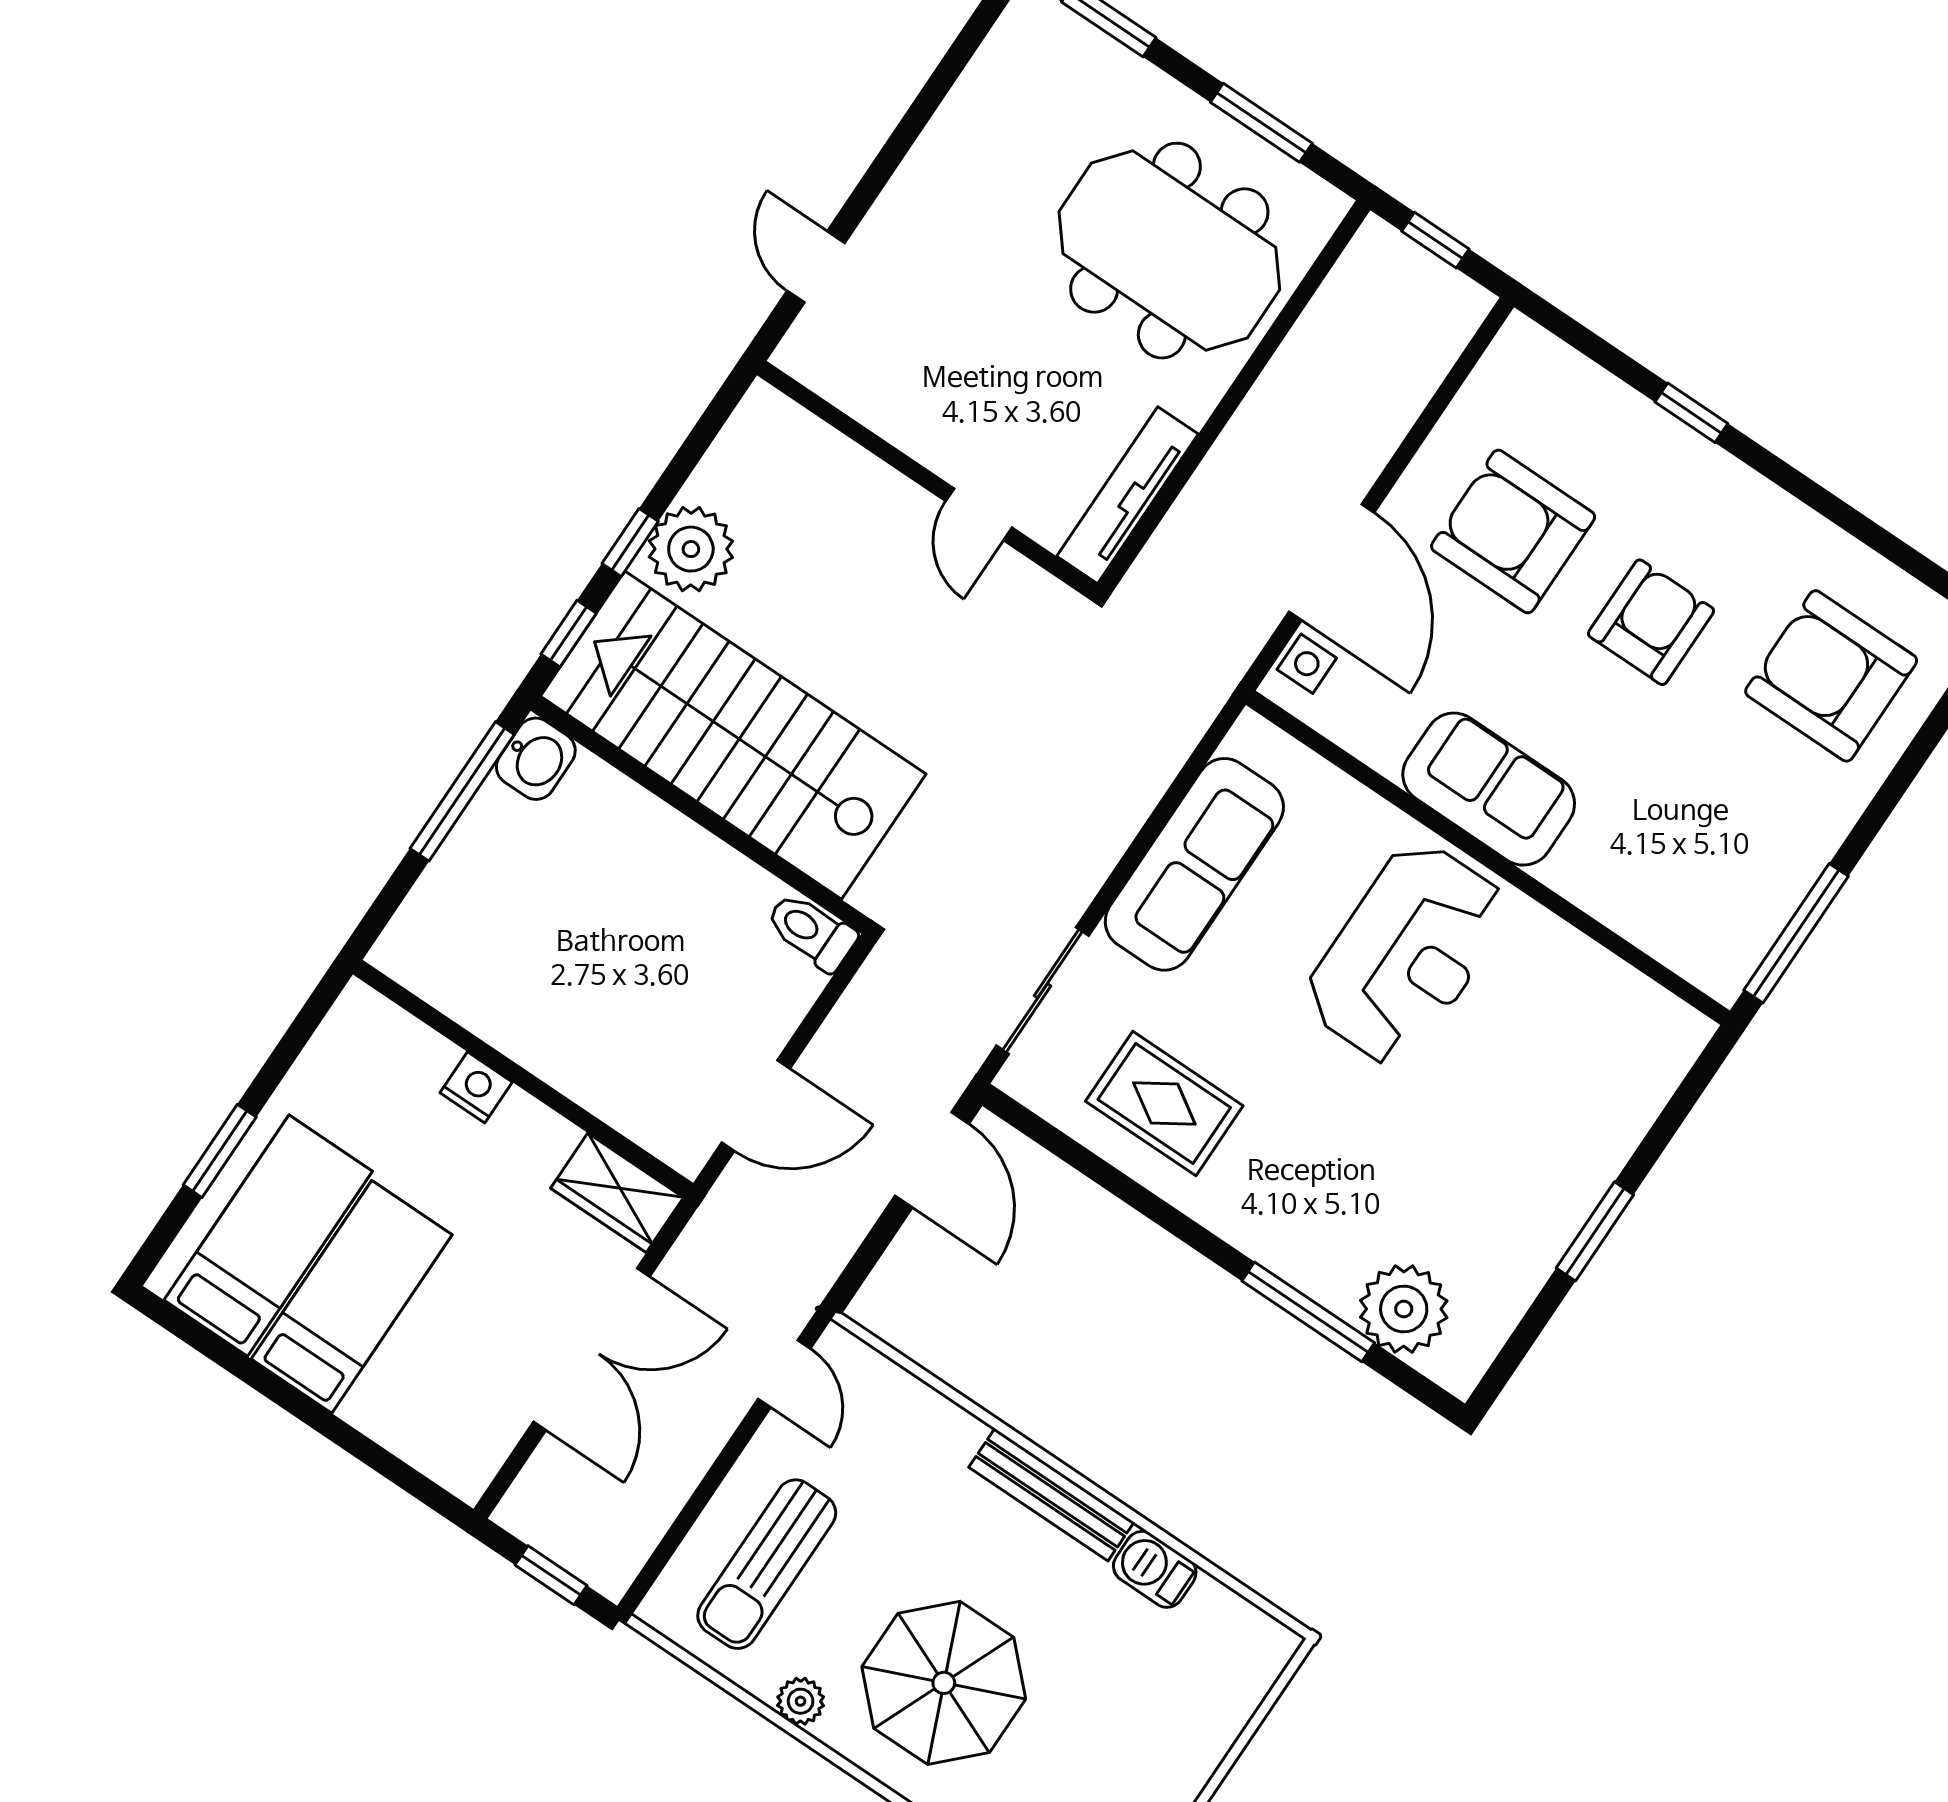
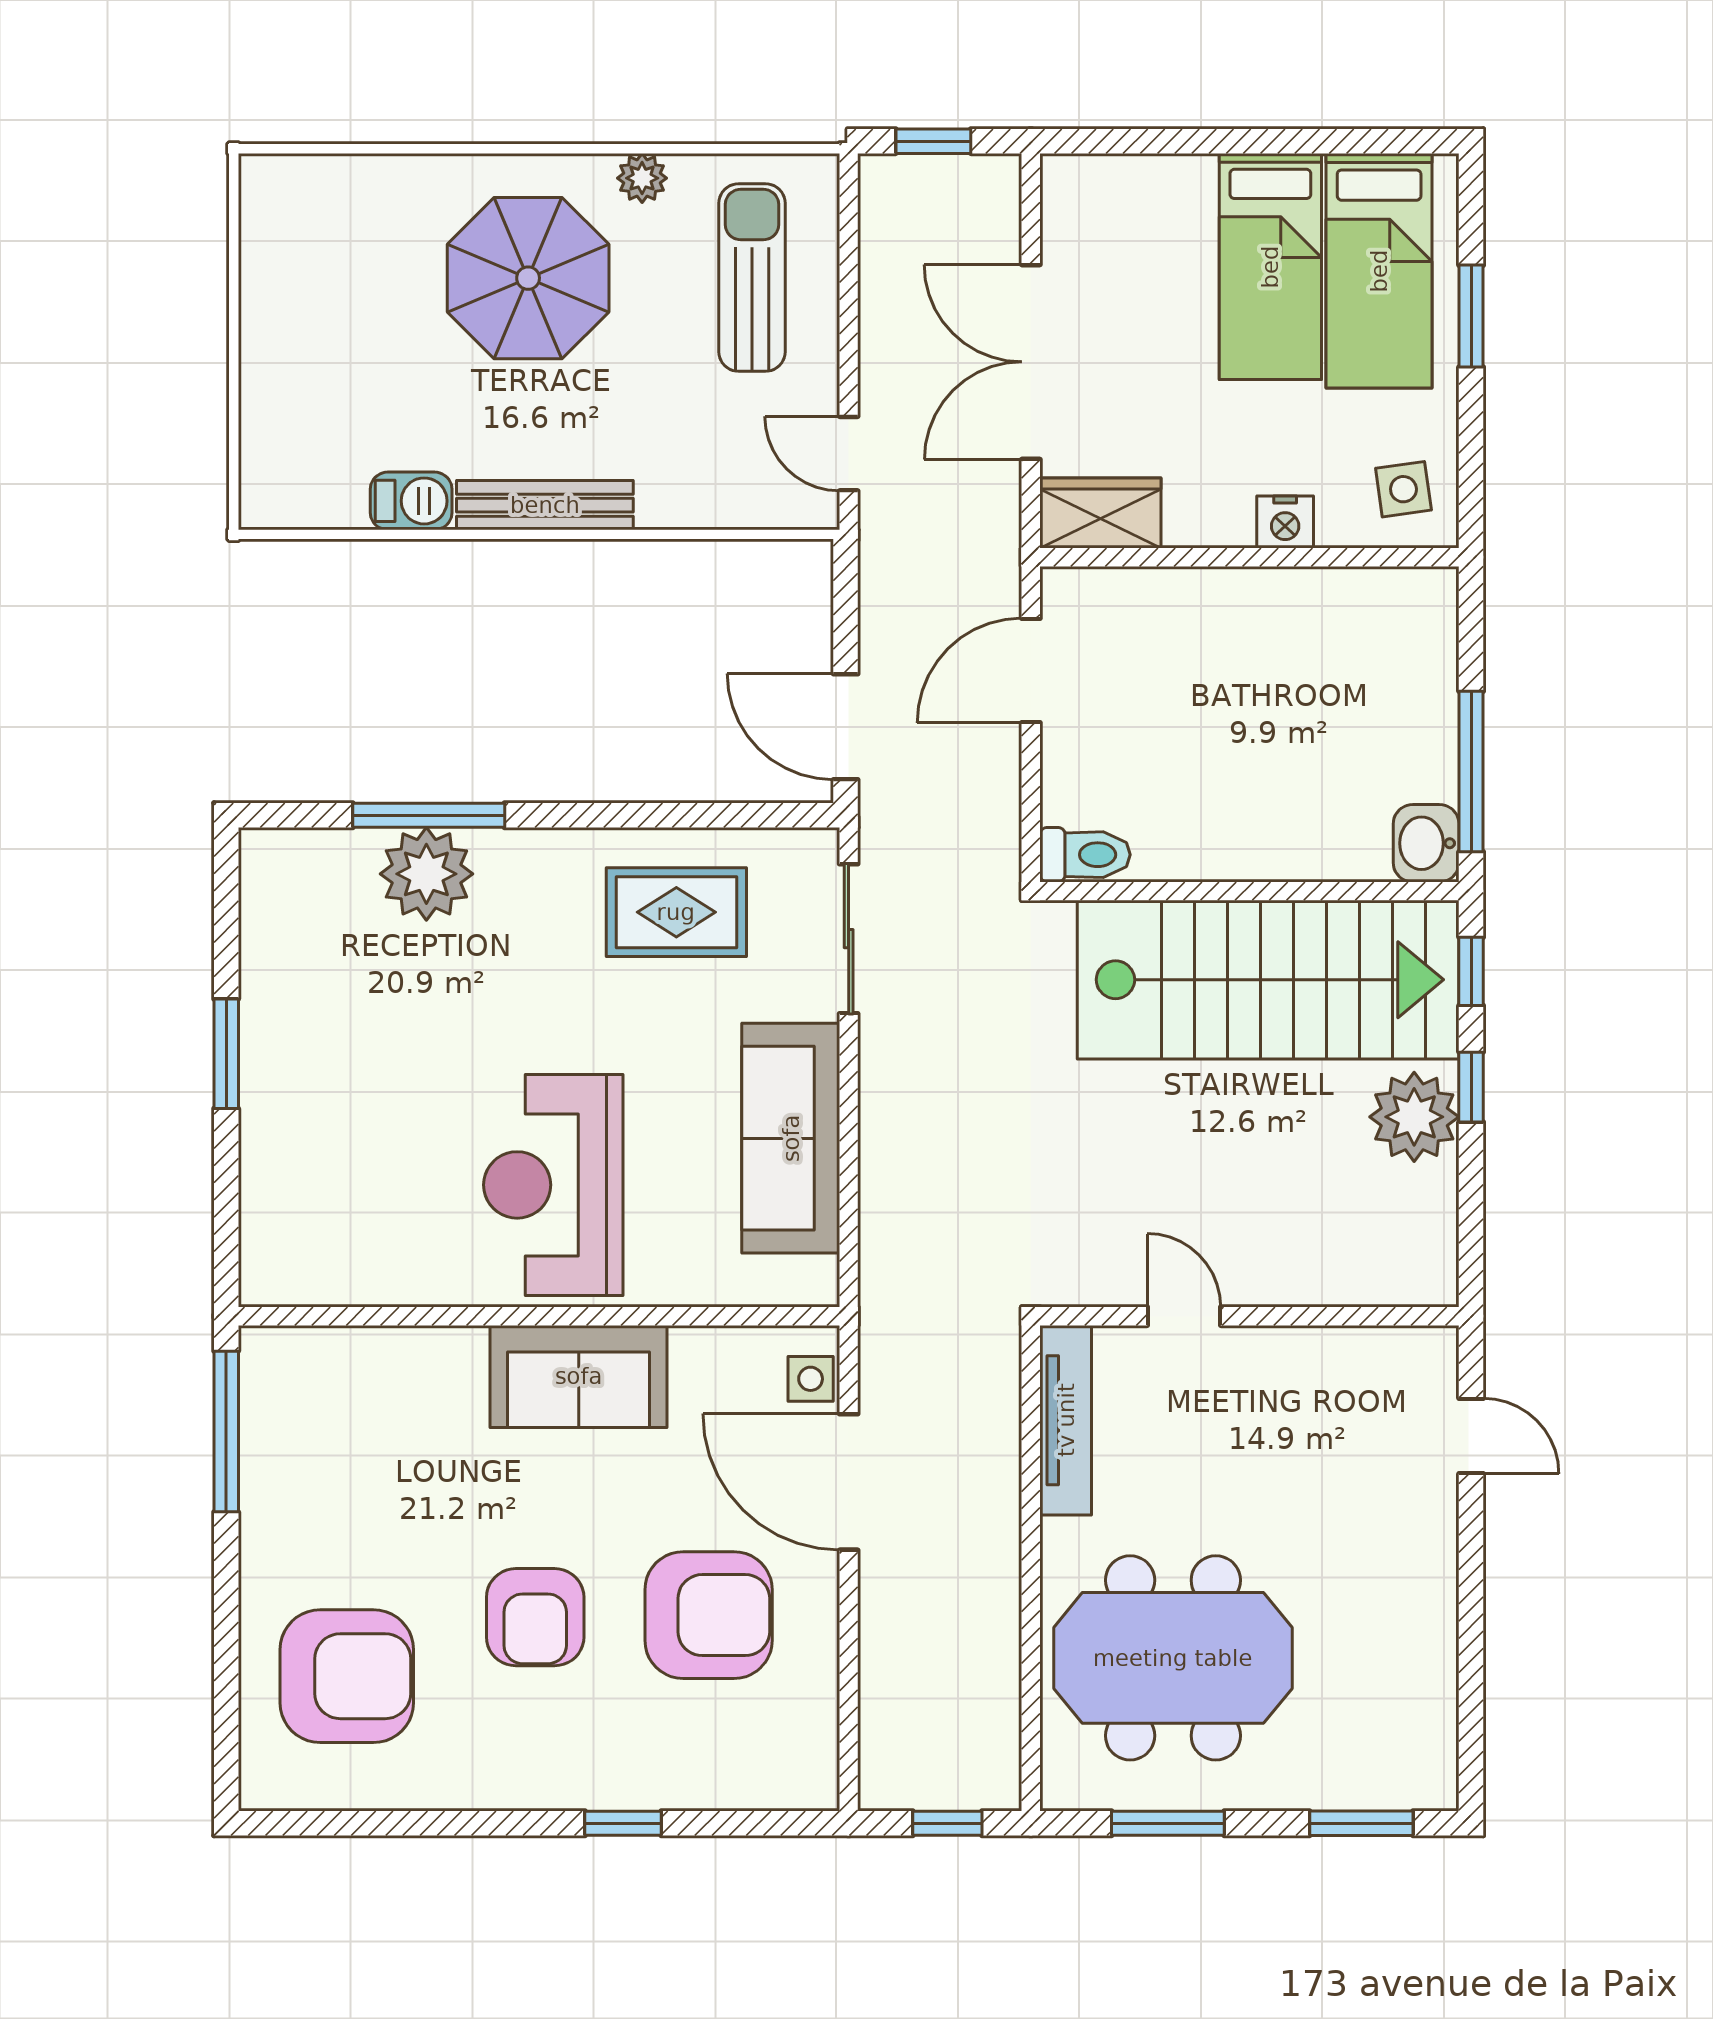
side table: (365, 1050) -> (1403, 489), added
plant: (1404, 1309) -> (426, 874), moved

